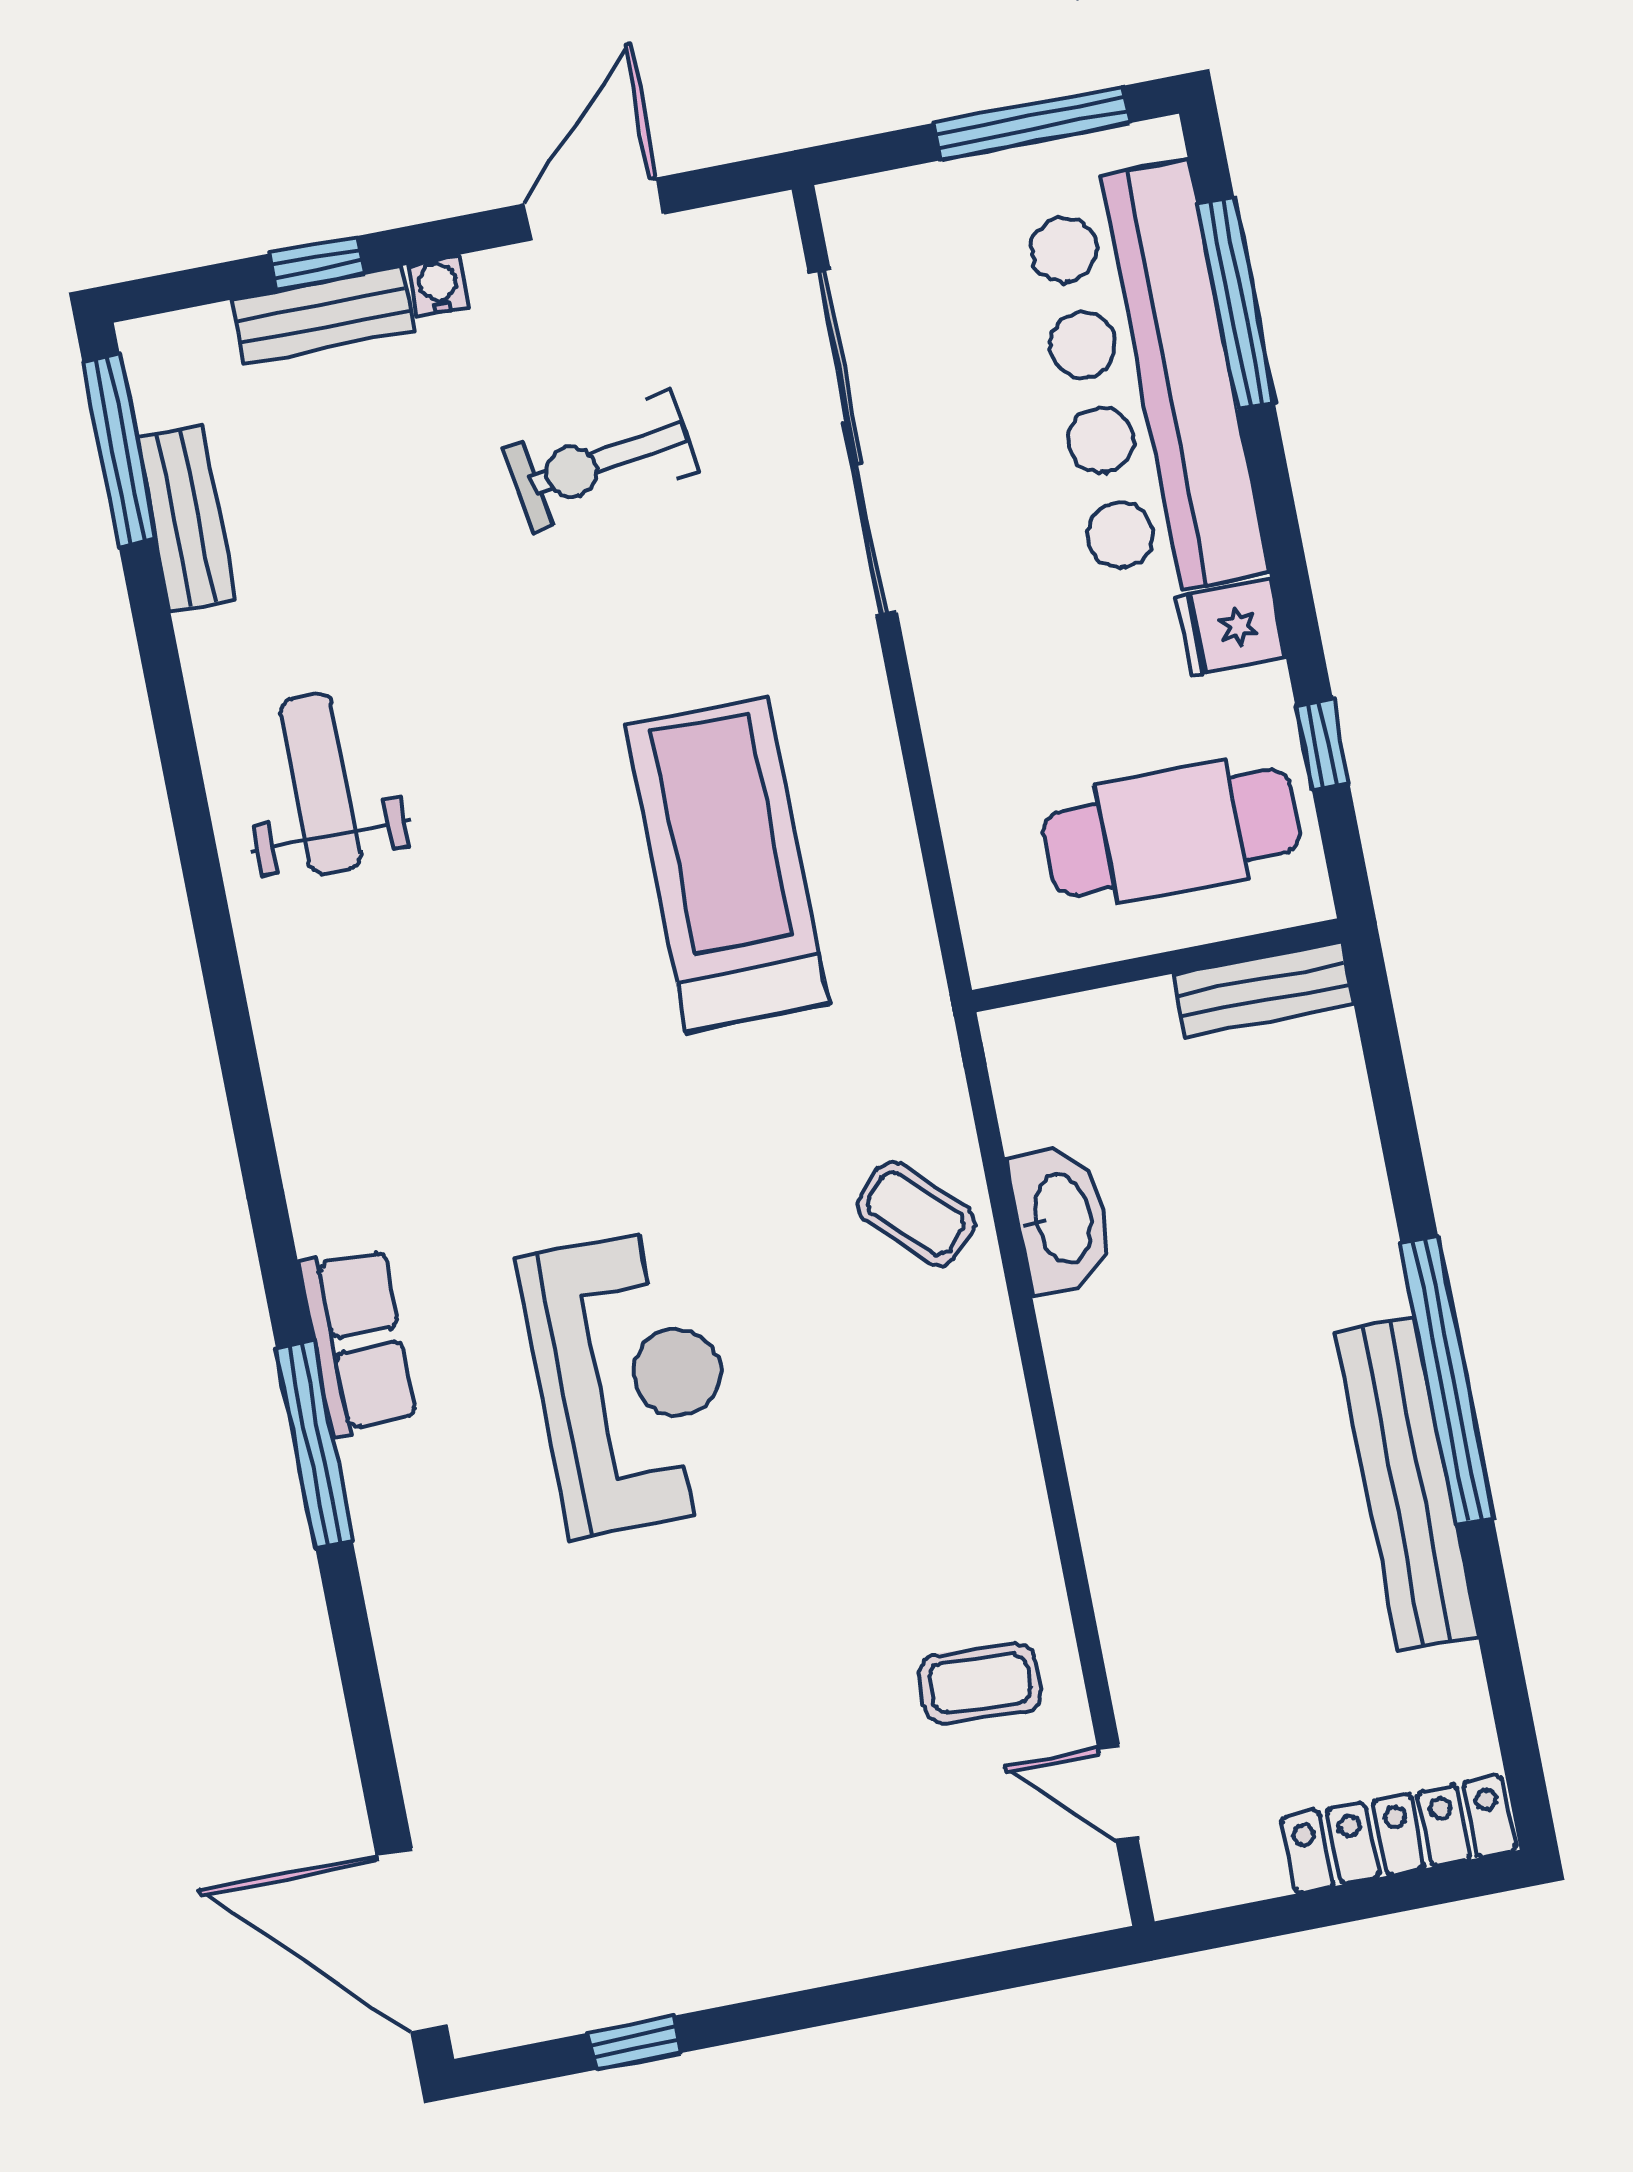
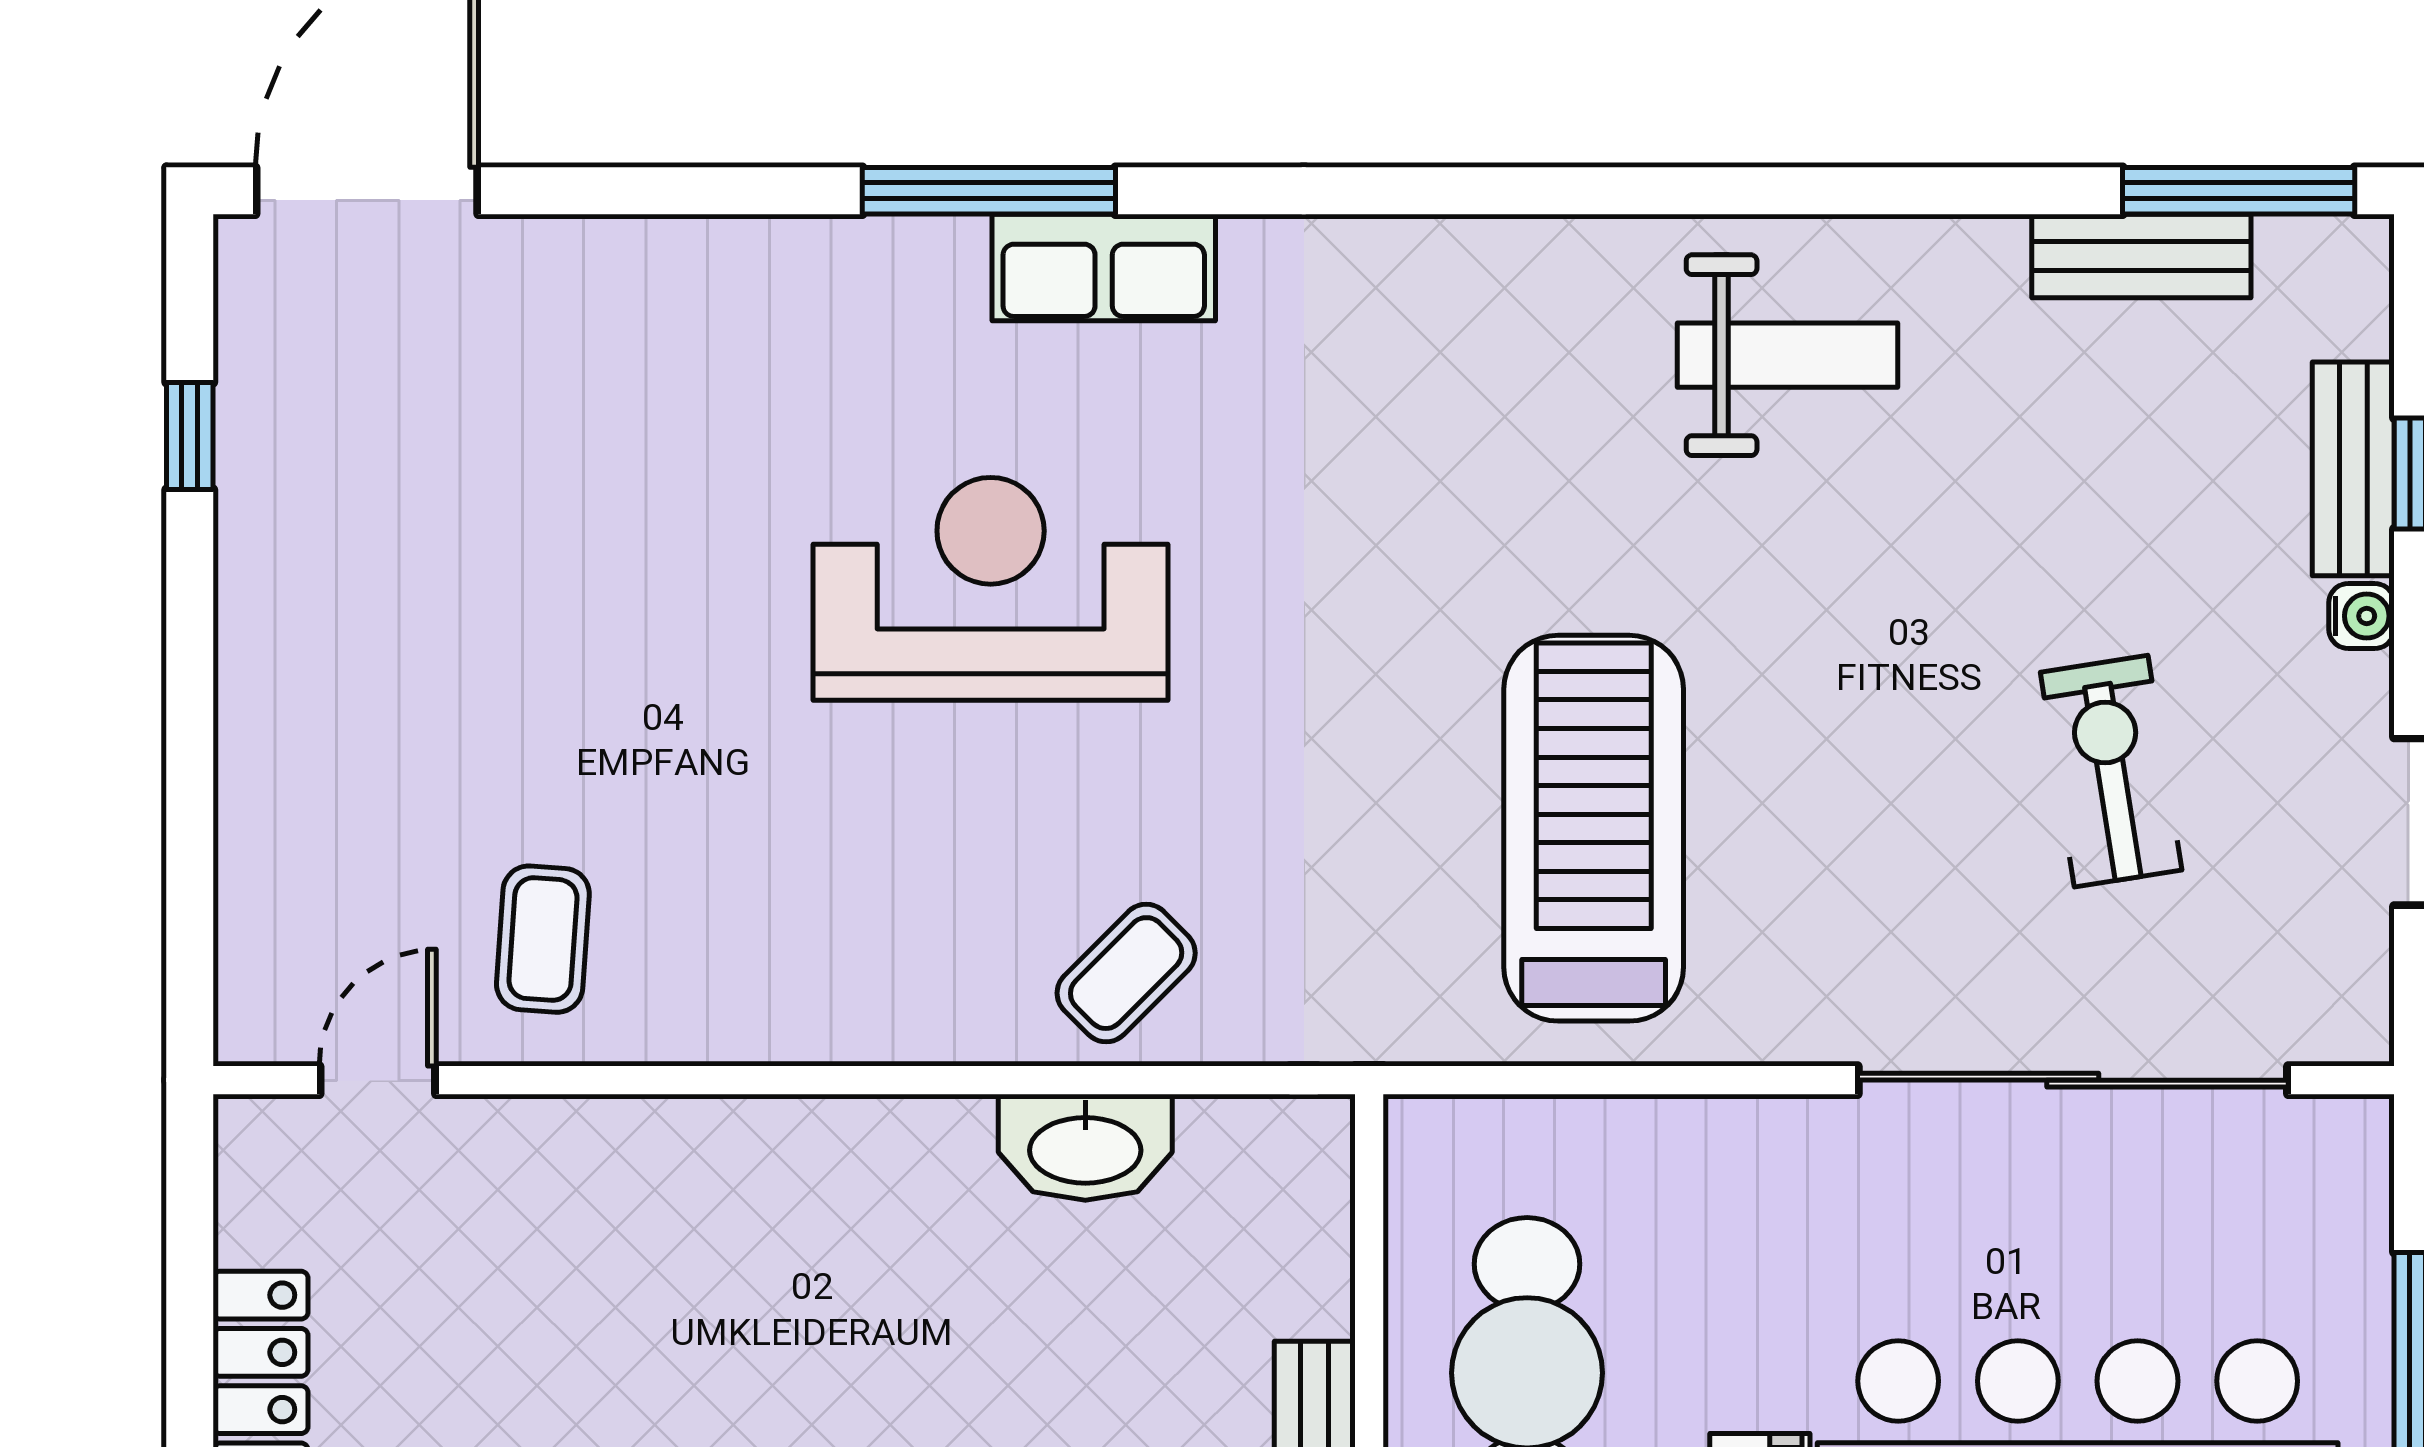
treadmill: (727, 864) -> (1594, 828), turned -90
reception desk: (631, 1381) -> (991, 589), turned 180

